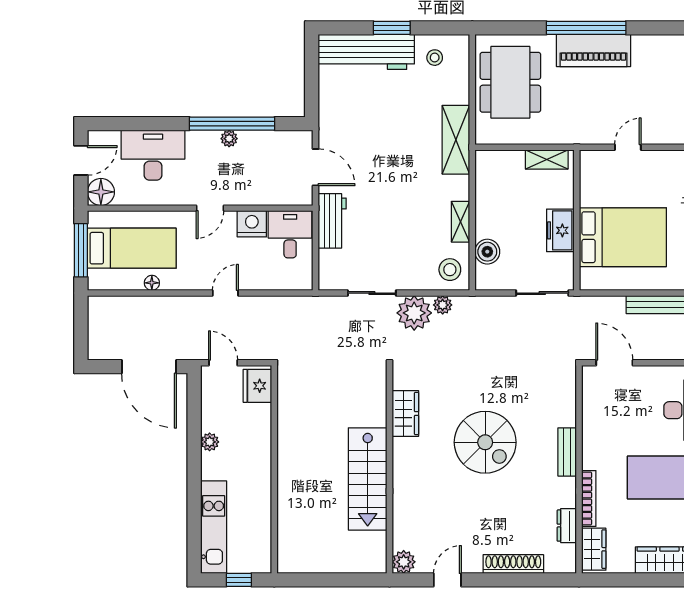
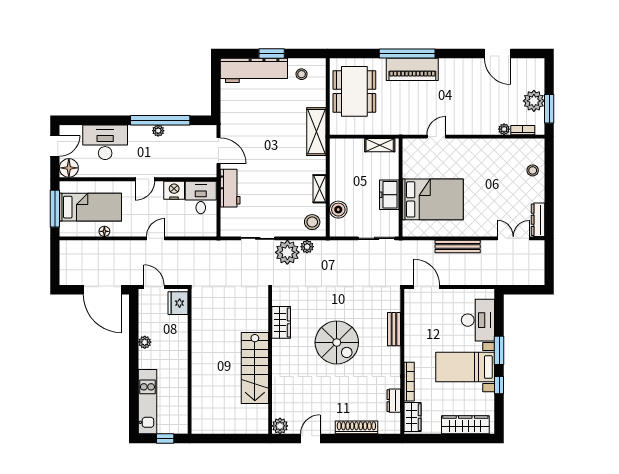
bench: (567, 452) -> (394, 329), moved

